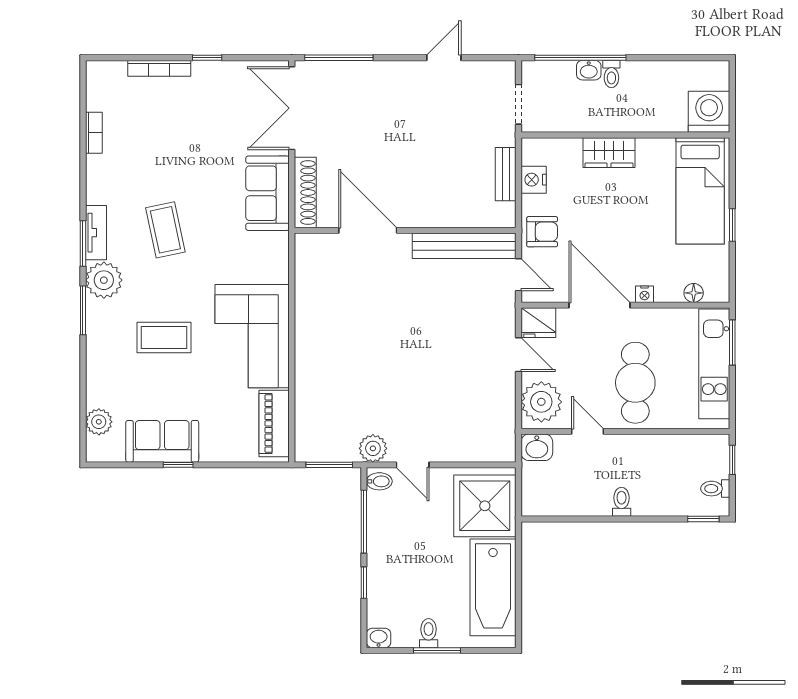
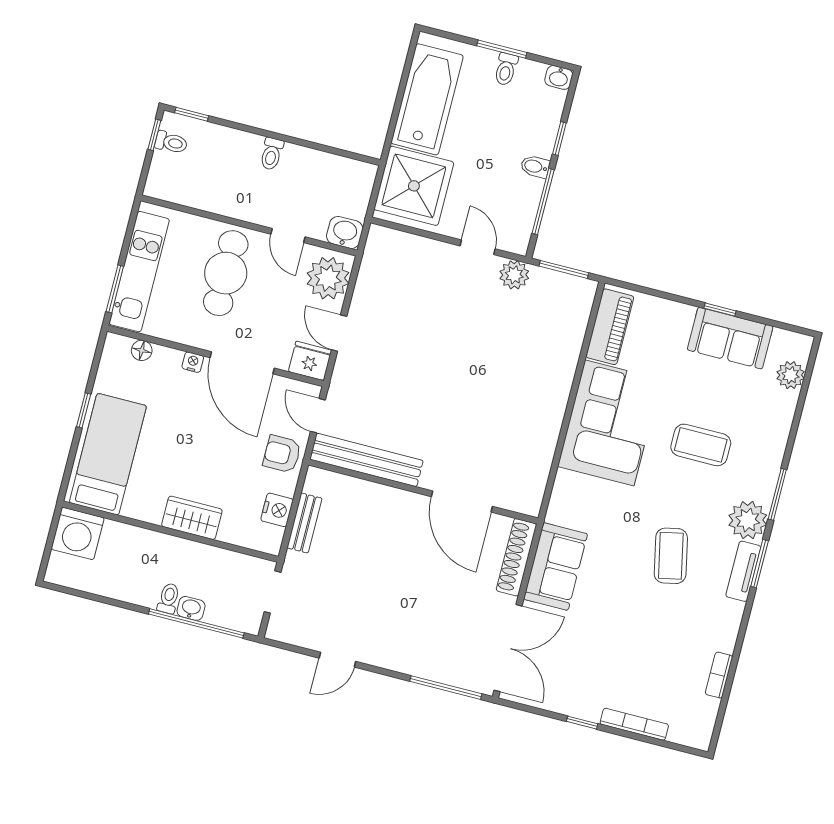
window: (732, 460) -> (154, 135), moved
bidet: (379, 481) -> (535, 167), moved

